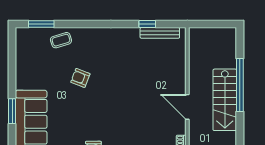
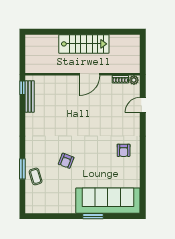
window: (41, 24) -> (22, 169), moved
window: (147, 24) -> (22, 88), moved
window: (240, 85) -> (72, 32), removed

